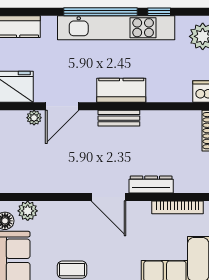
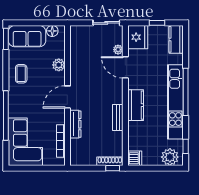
window: (159, 12) -> (186, 146), moved
bench: (119, 118) -> (118, 118), moved
plant: (28, 211) -> (59, 65), moved

